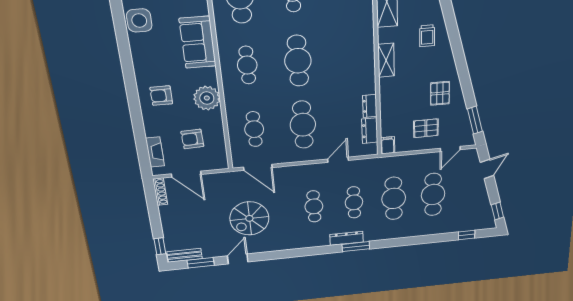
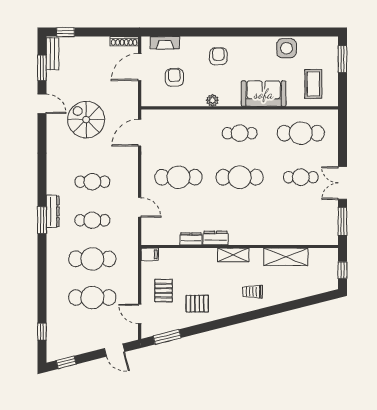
plant: (207, 98) -> (212, 100), width x0.53, depth x0.53
cafe table: (254, 129) -> (178, 133), removed
dresser: (370, 131) -> (216, 238), moved

